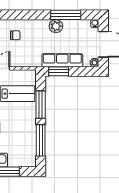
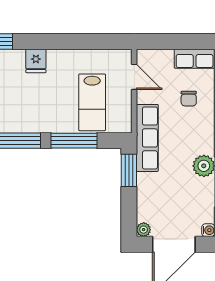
row of seats: (62, 60) -> (147, 138), moved

